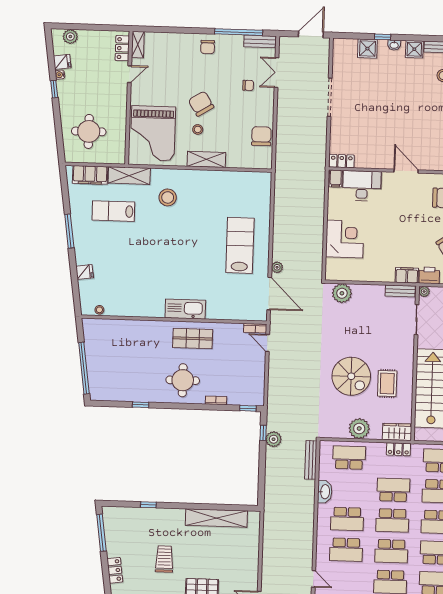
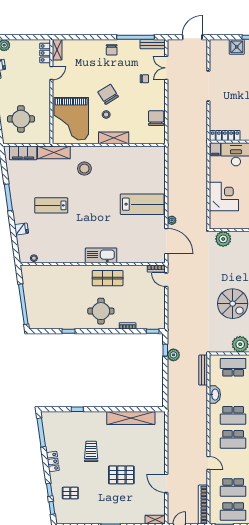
locker: (342, 161) -> (225, 135), width x1.53
lab bench: (113, 211) -> (51, 205), moved
lab bench: (240, 245) -> (142, 204), turned 90

